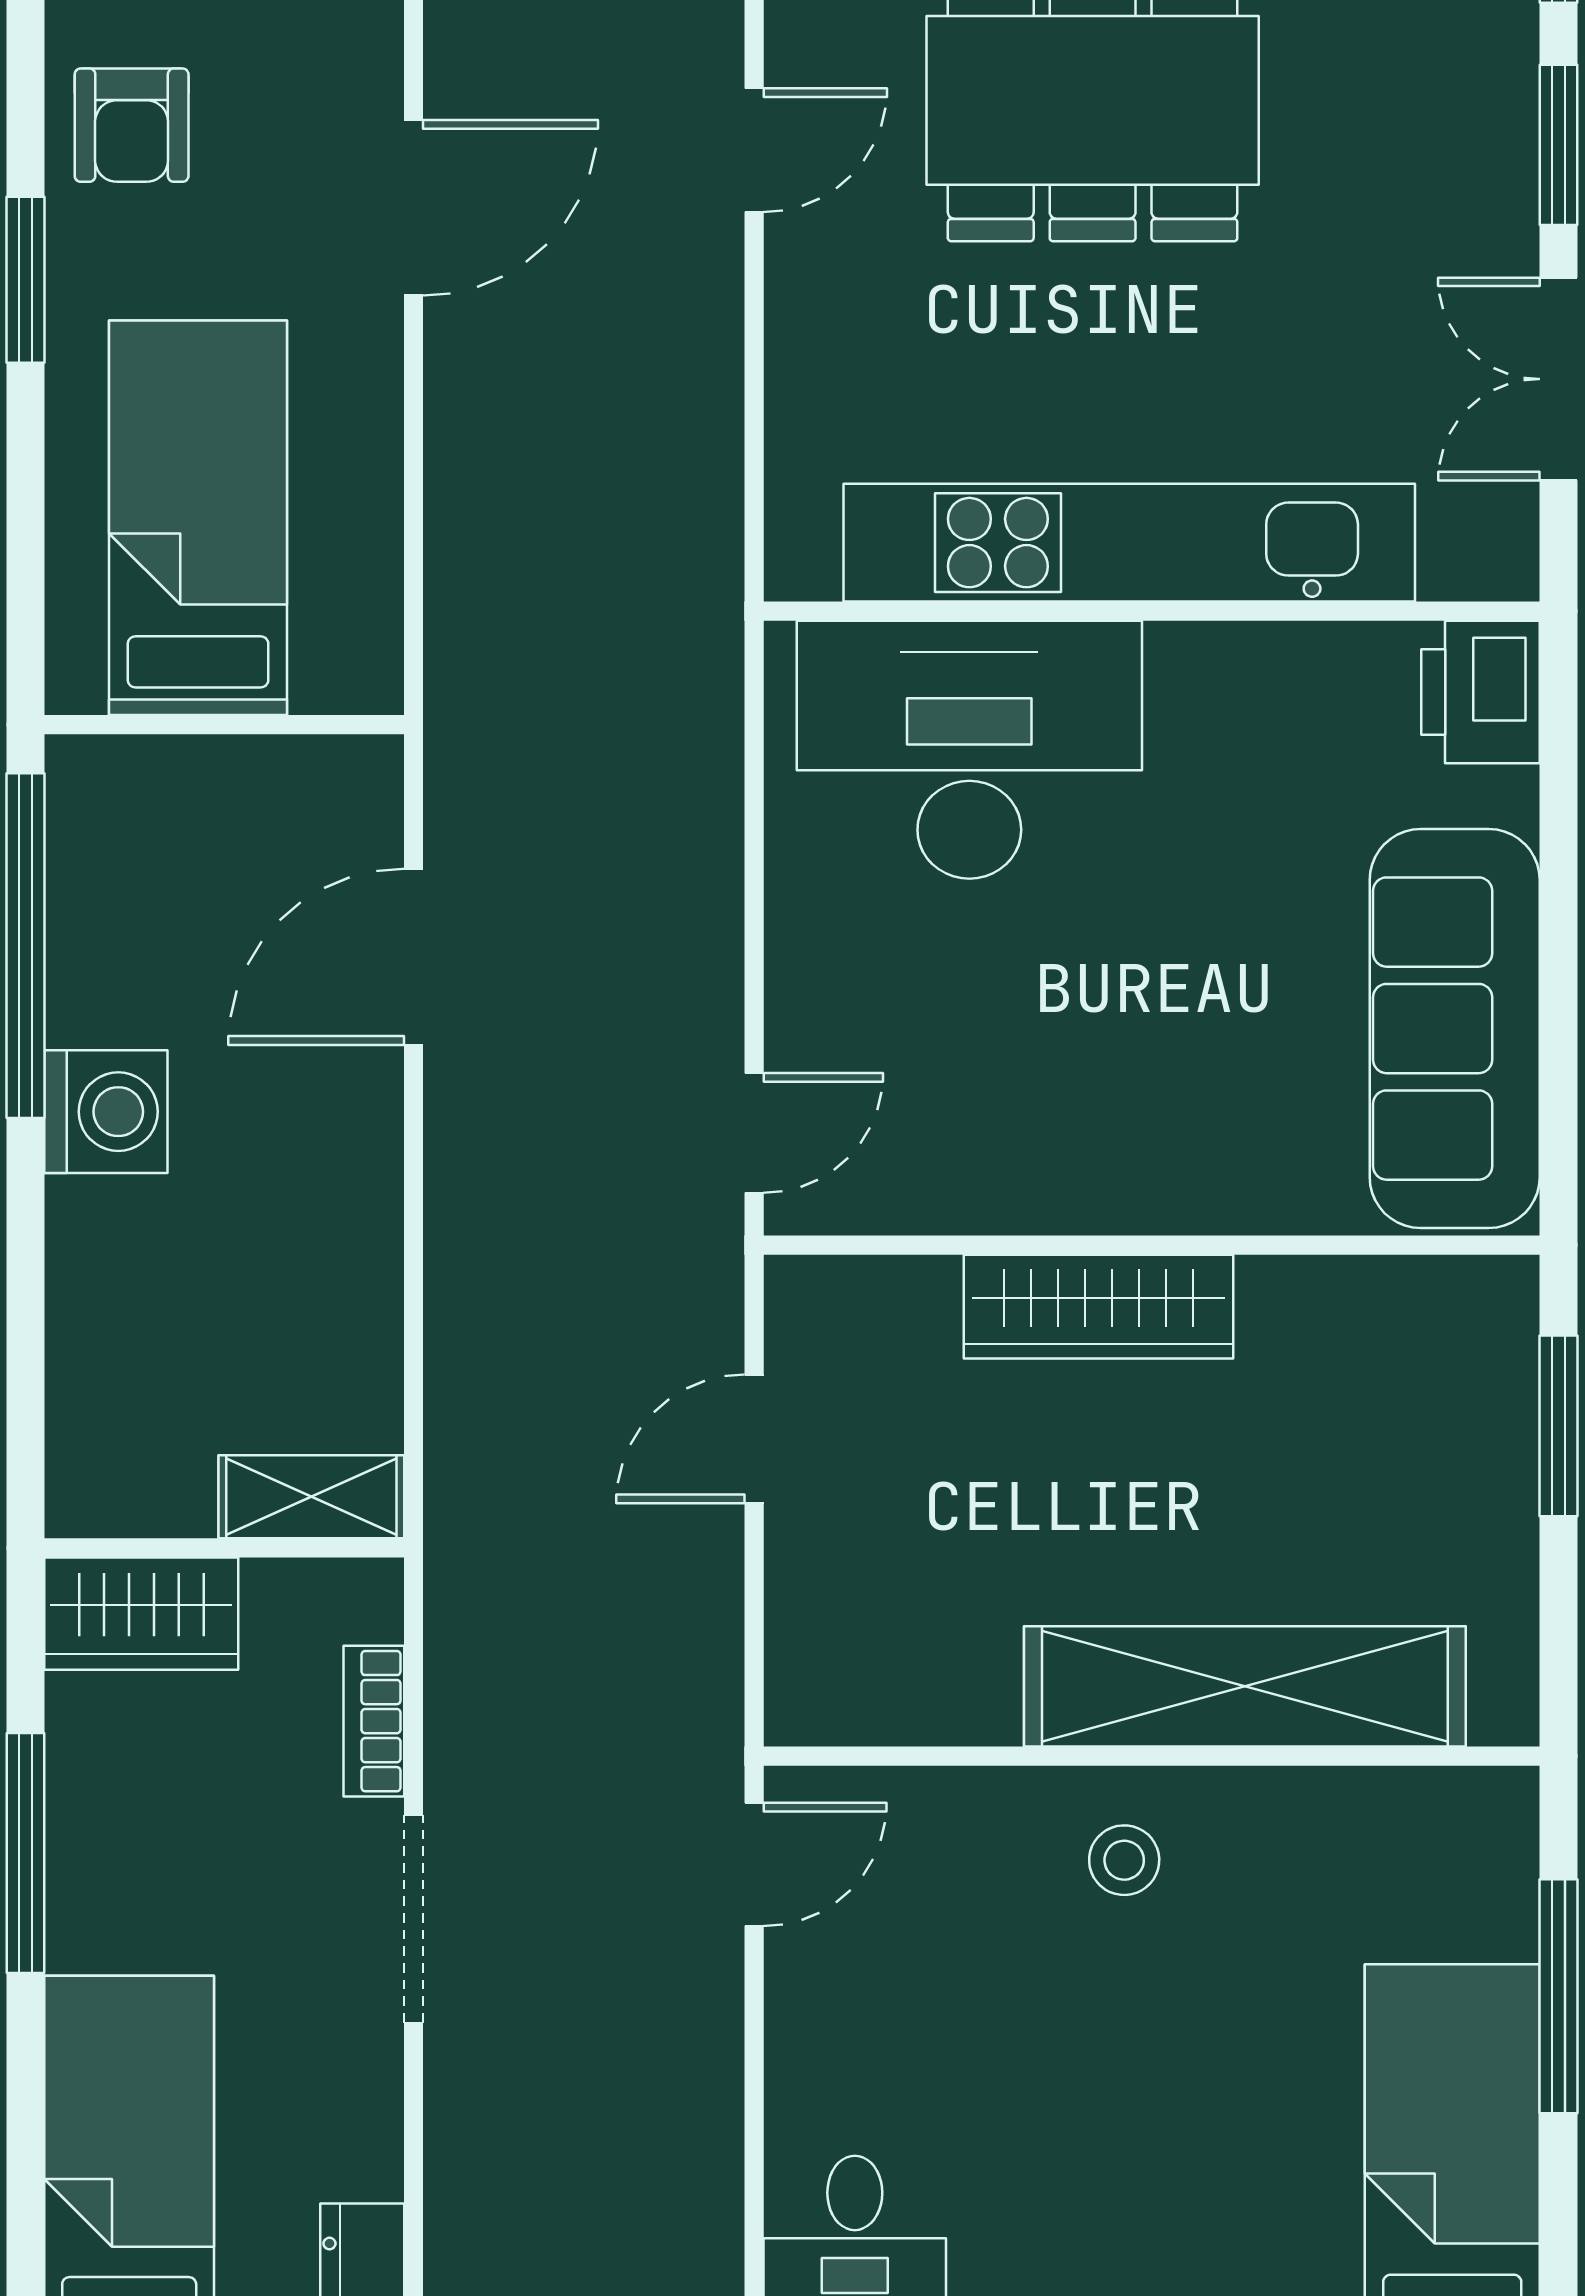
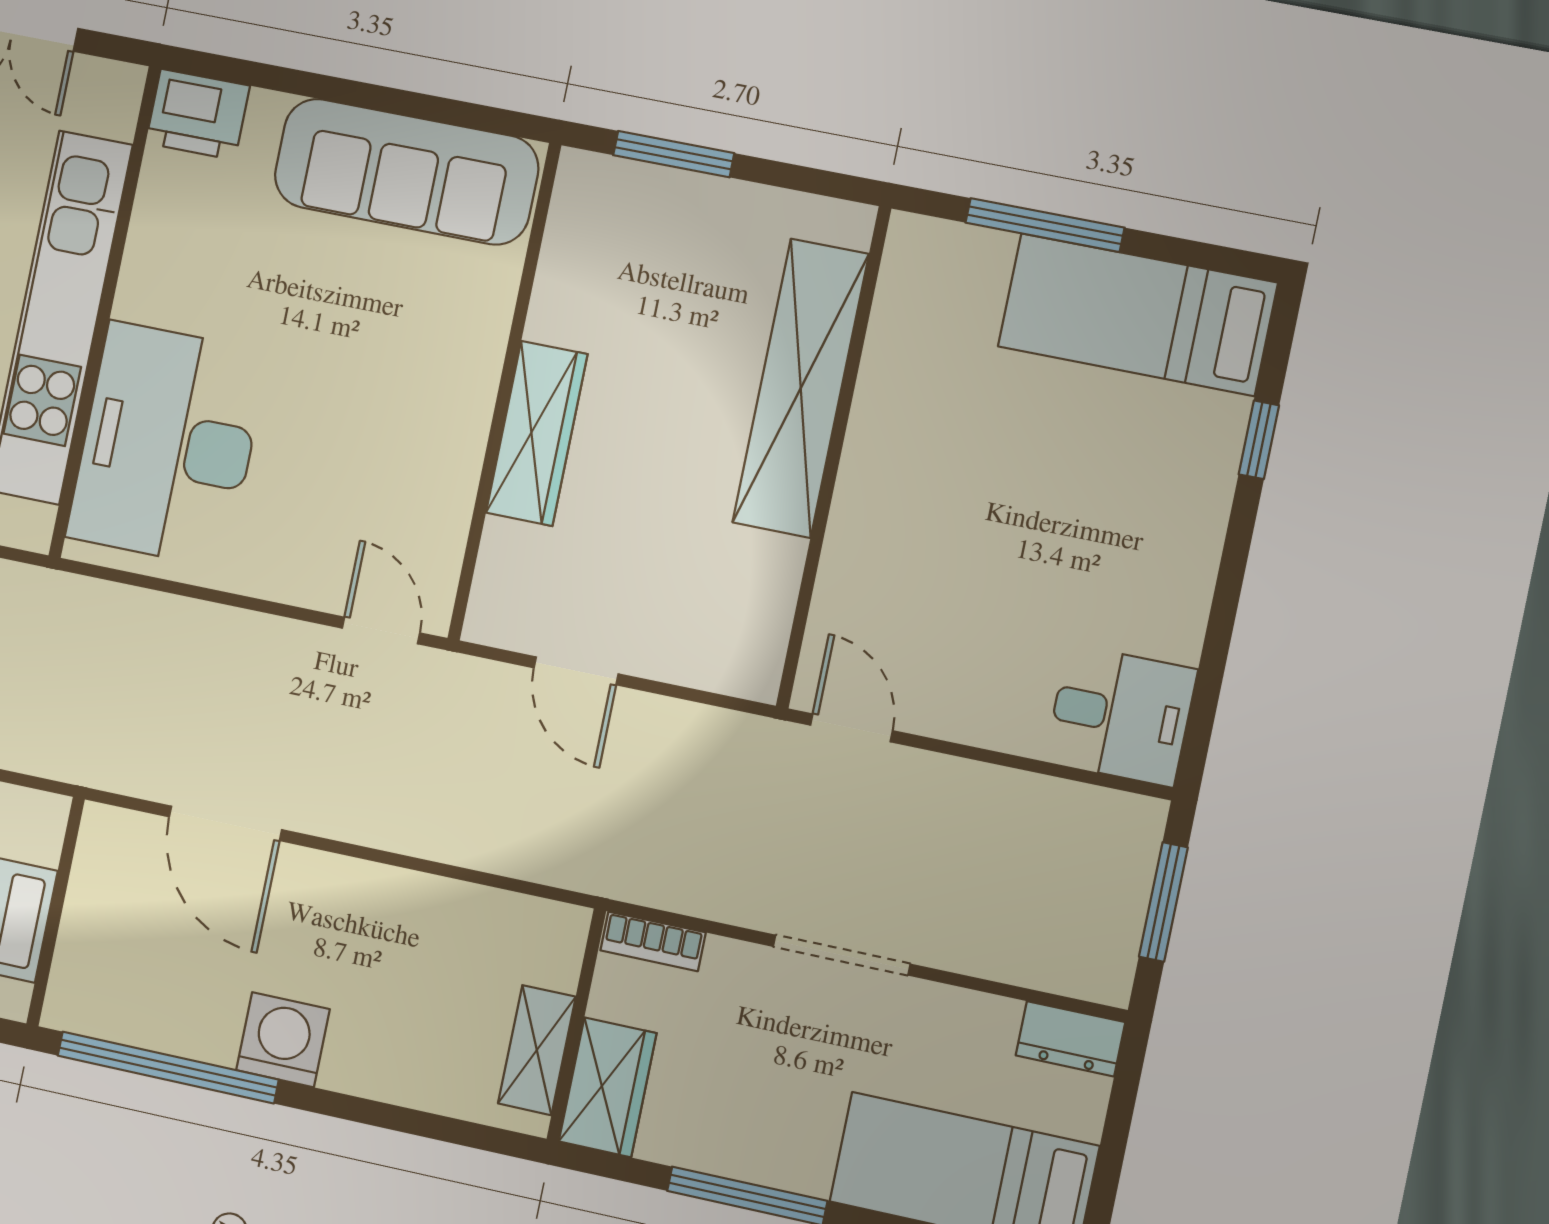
shelving: (311, 1497) -> (537, 1050), moved
bookcase: (374, 1721) -> (653, 941), moved
stool: (1124, 1860) -> (898, 489), removed

